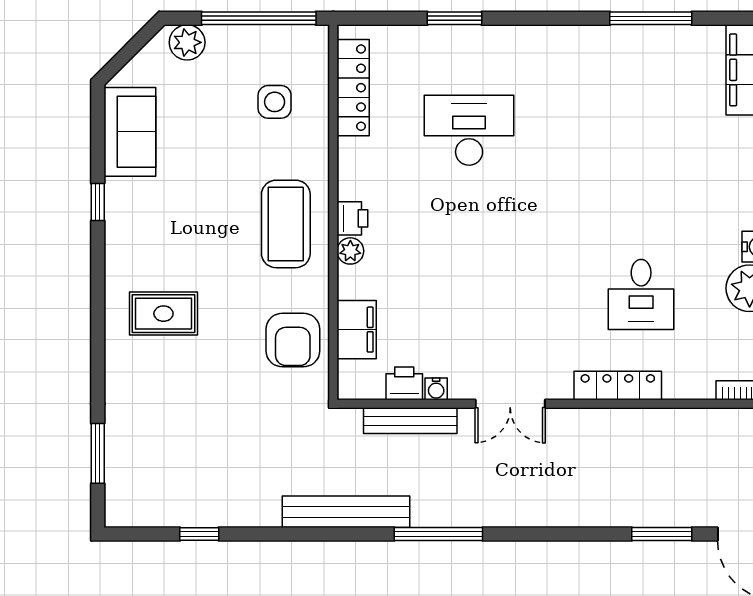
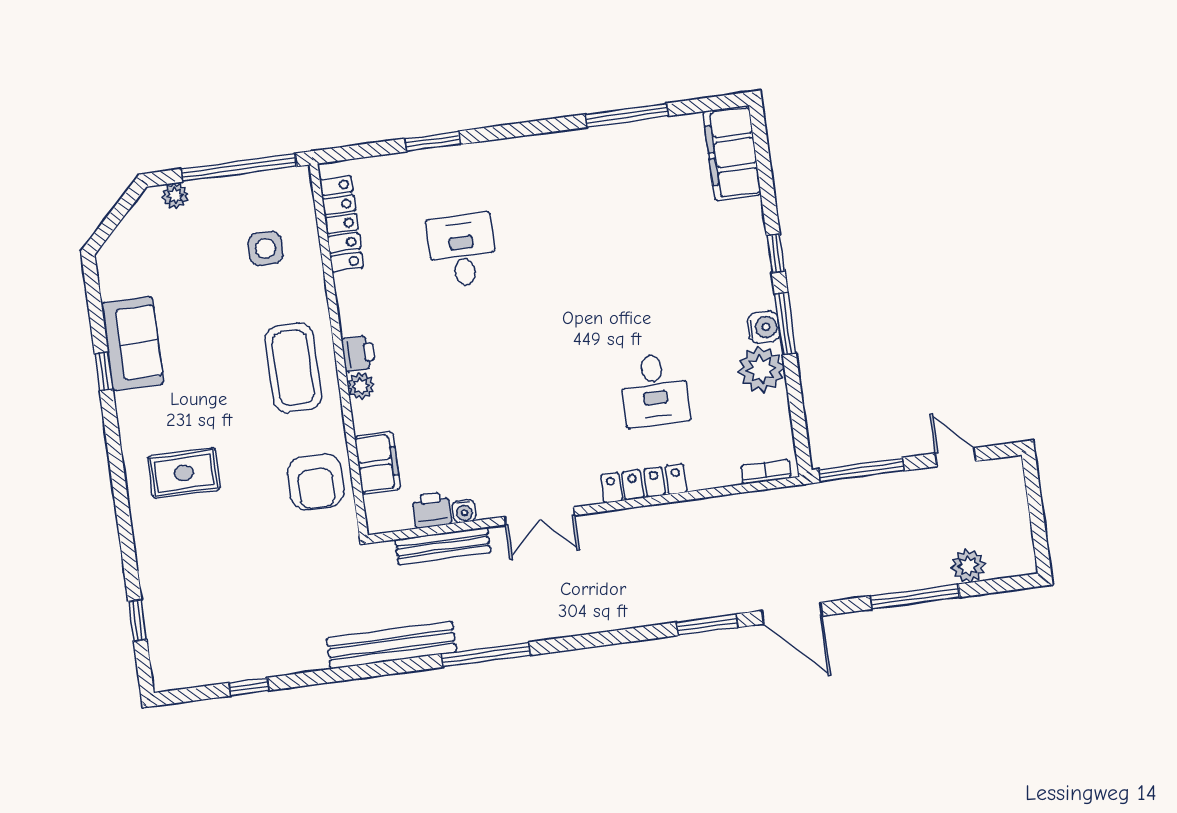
plant: (187, 42) -> (175, 196), width x0.73, depth x0.73
desk: (469, 130) -> (462, 250), width x0.73
sofa: (130, 132) -> (132, 343), moved
window: (98, 453) -> (137, 620), width x0.67

